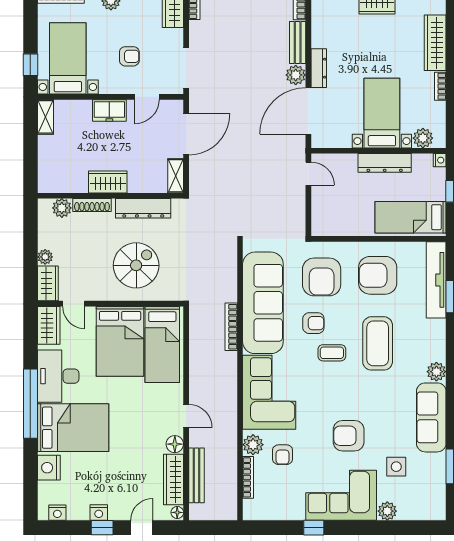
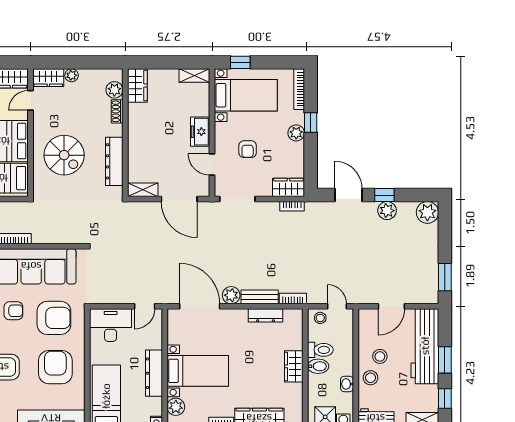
dresser: (319, 68) -> (265, 315), moved
wardrobe: (108, 182) -> (137, 86), moved
shoe rack: (92, 205) -> (117, 111), width x0.70
desk: (330, 212) -> (111, 325), added
armchair: (322, 277) -> (54, 318), turned 180
armchair: (313, 323) -> (13, 311), turned -90

